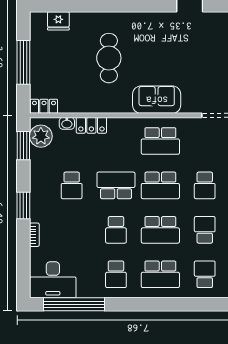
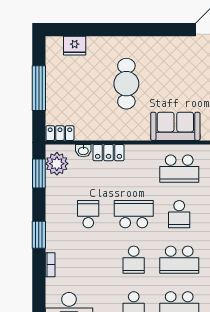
school desk: (72, 185) -> (88, 214), turned 180
school desk: (160, 185) -> (179, 214), width x0.54

